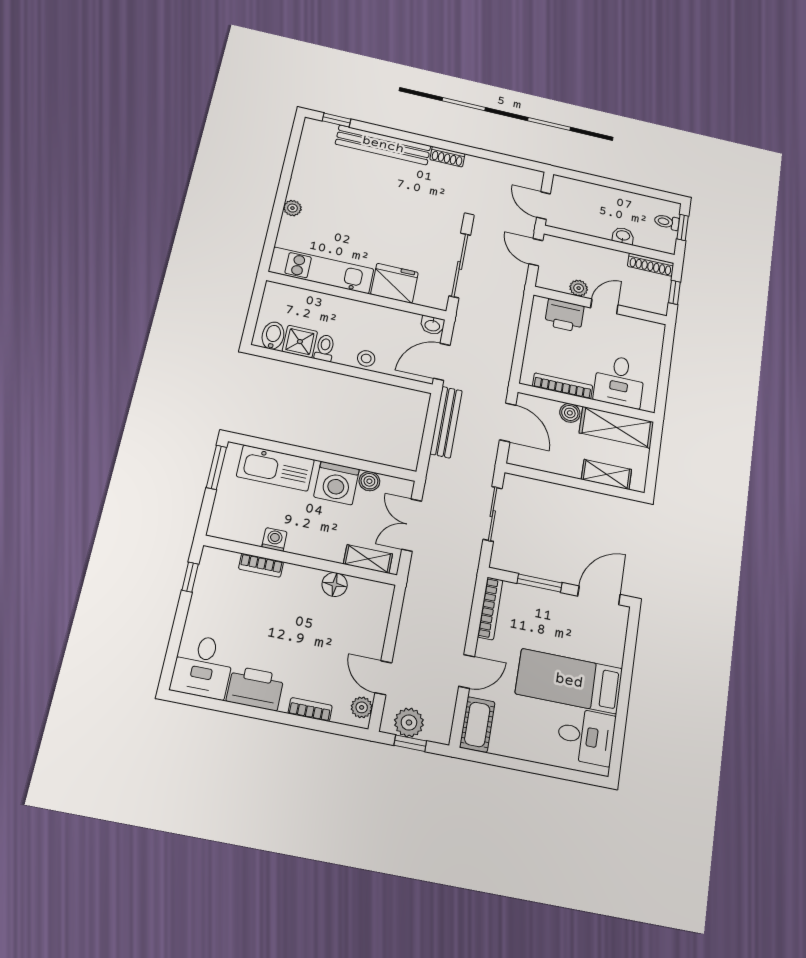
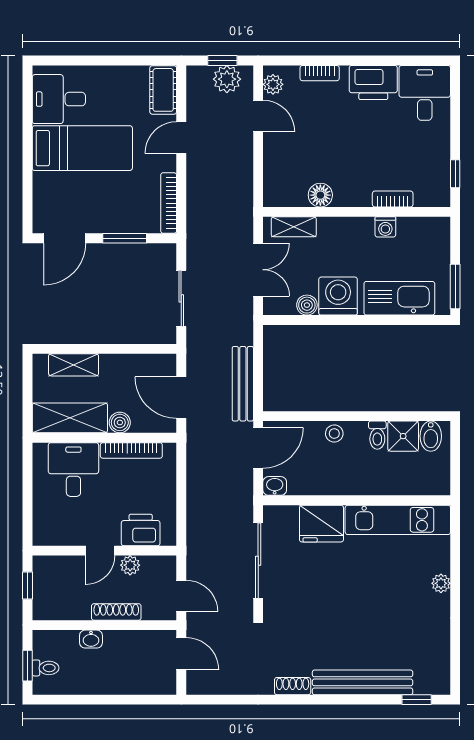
shoe rack: (651, 265) -> (116, 612), moved

